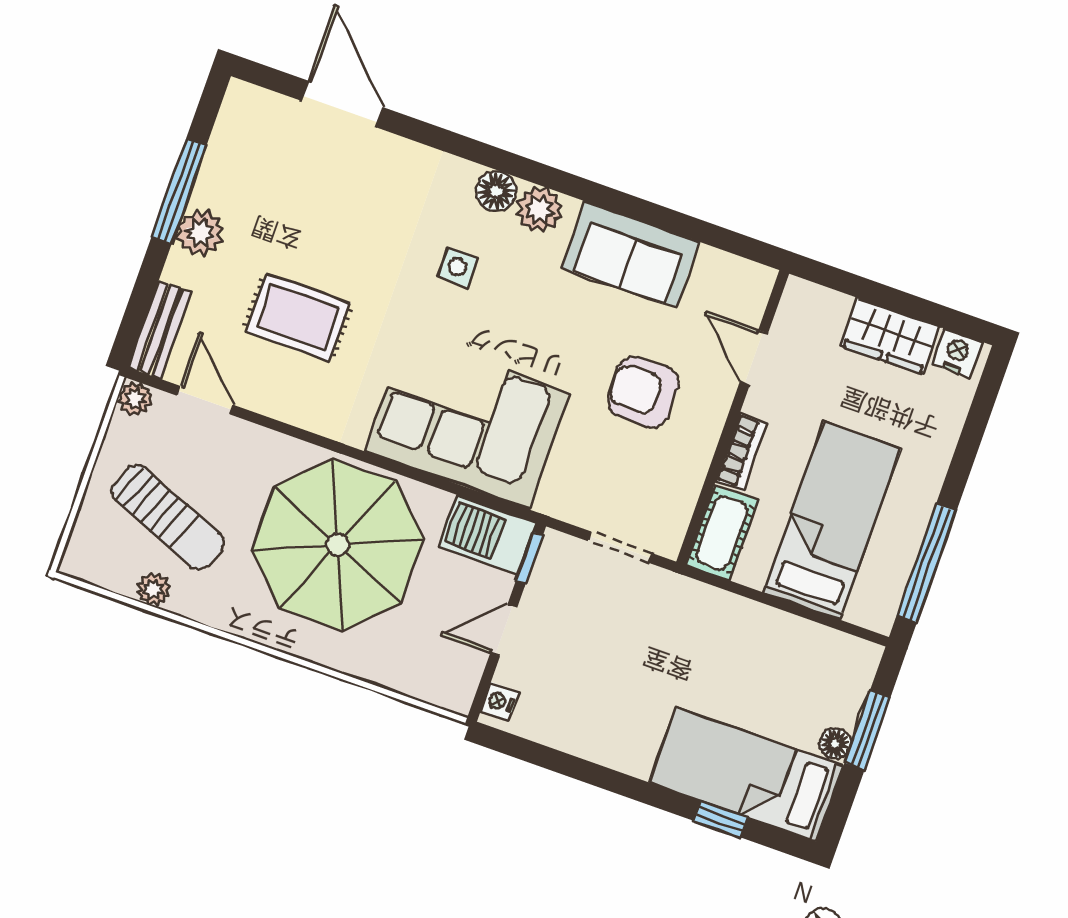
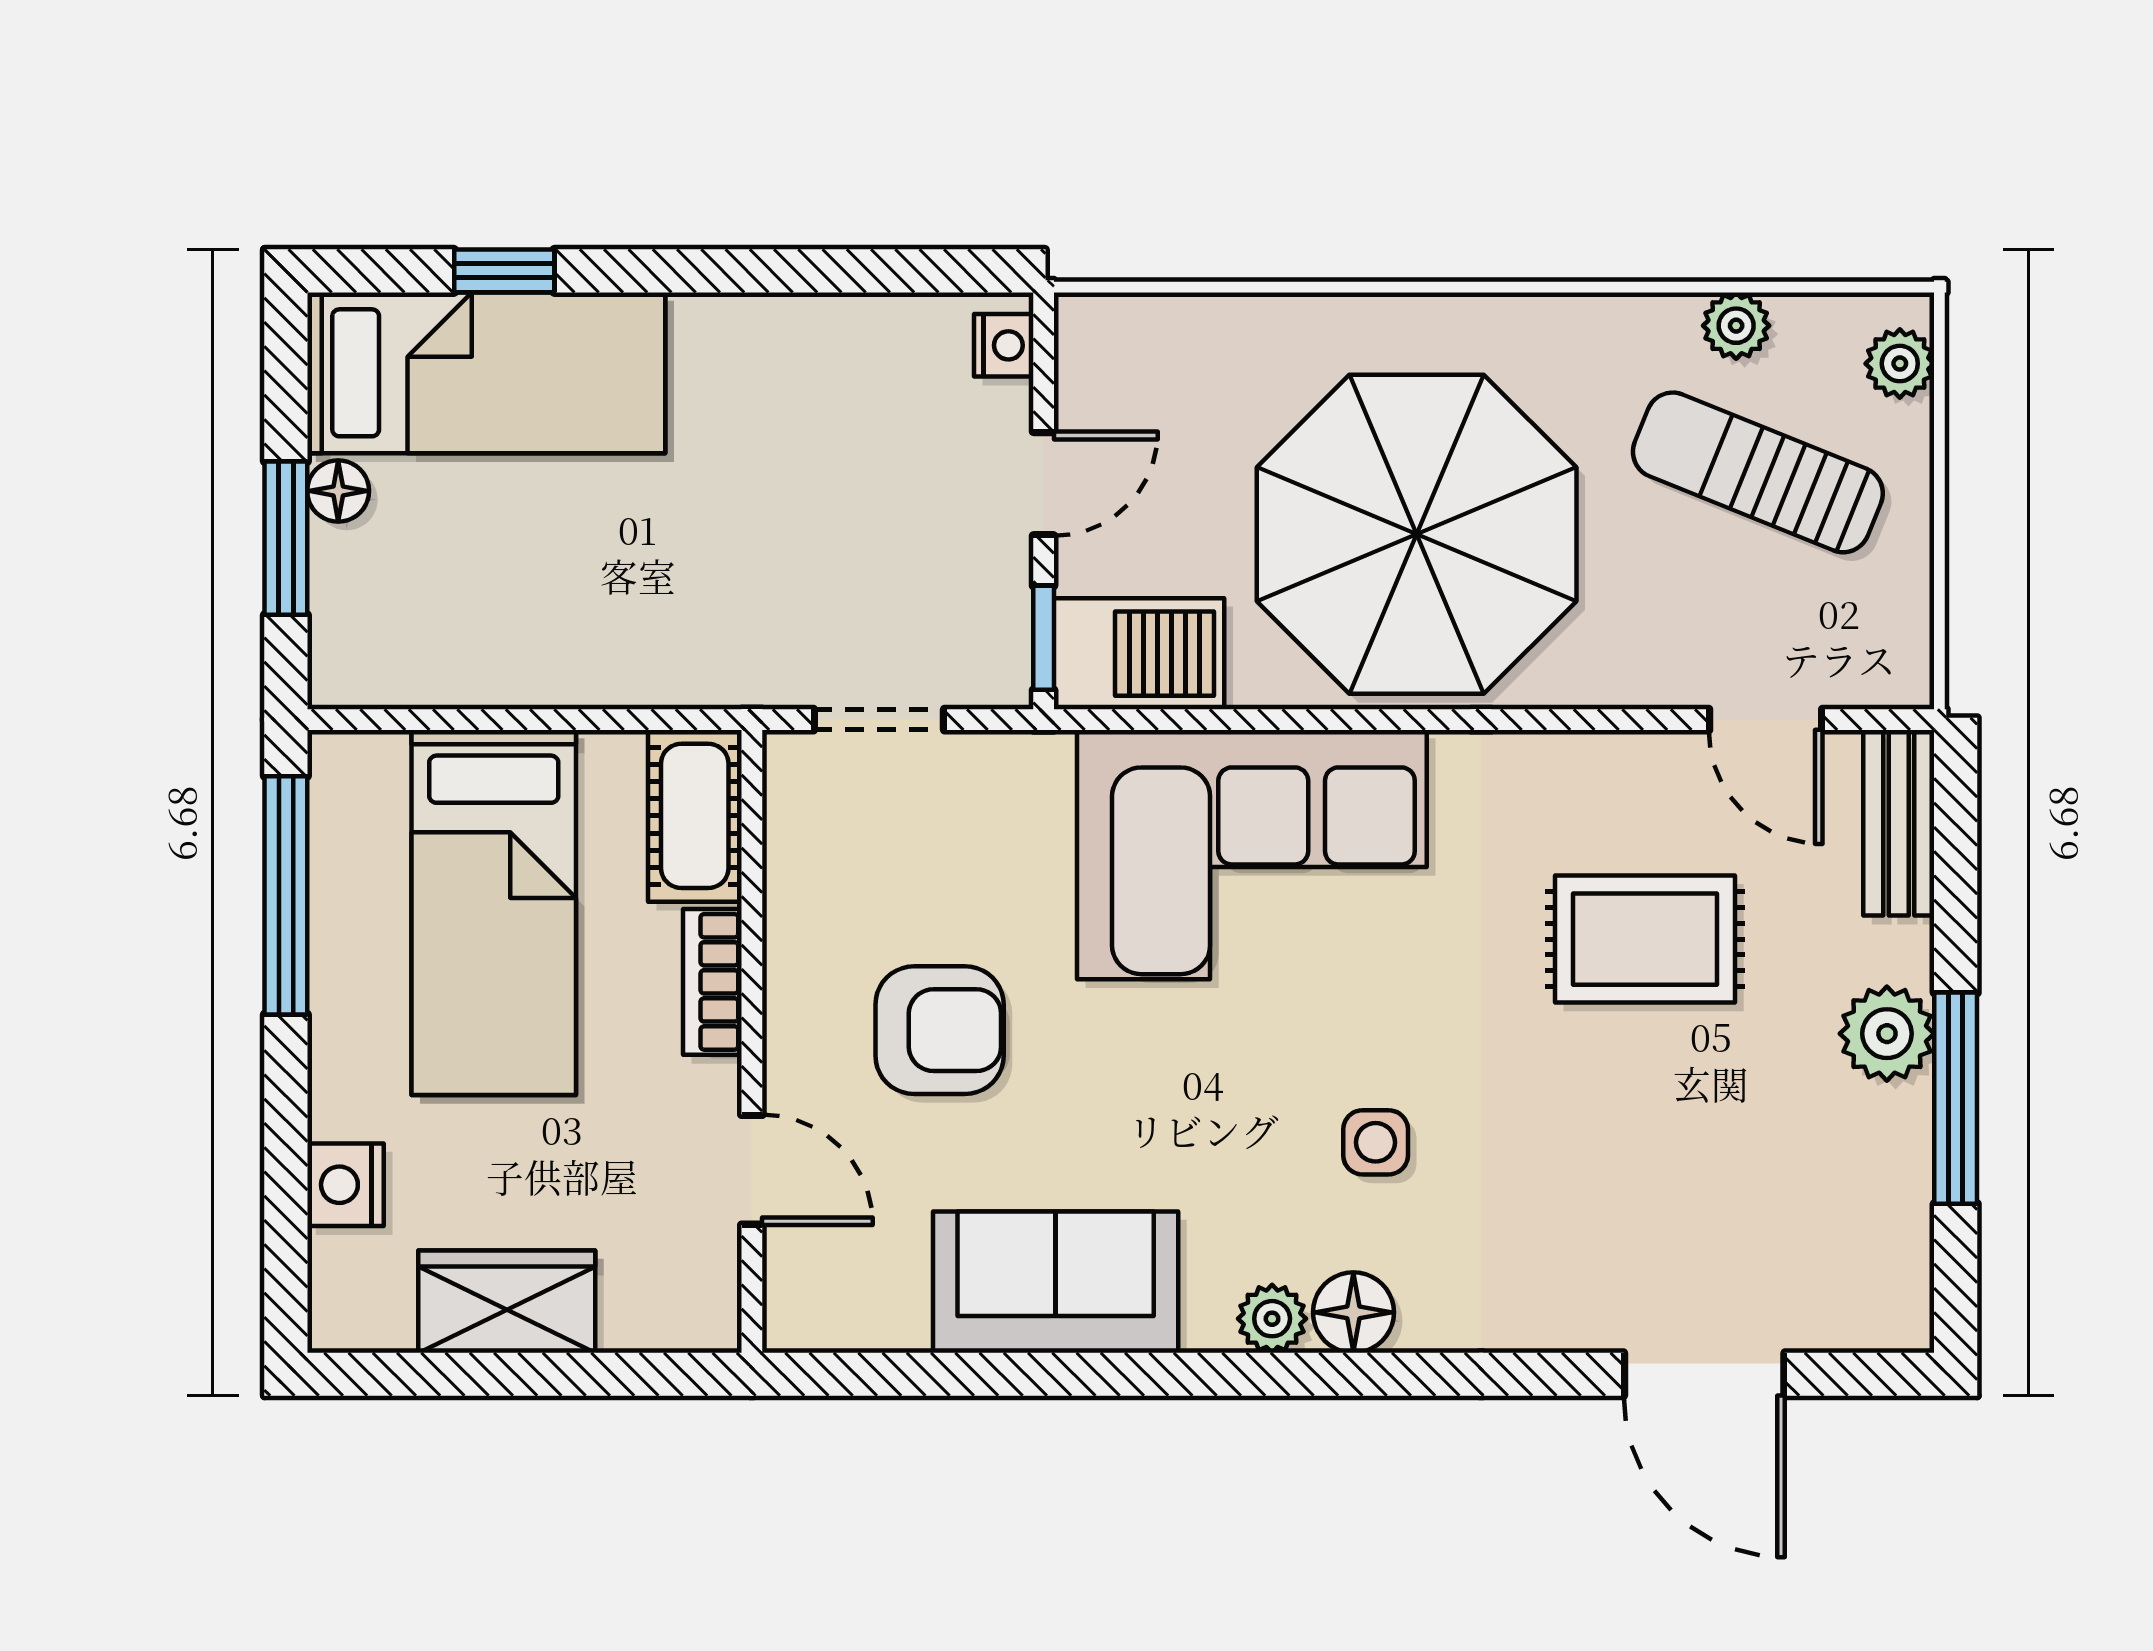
plant: (539, 210) -> (1272, 1319), width x0.73, depth x0.73
nightstand: (957, 353) -> (346, 1185), moved, turned 90
plant: (135, 399) -> (1900, 364), moved

